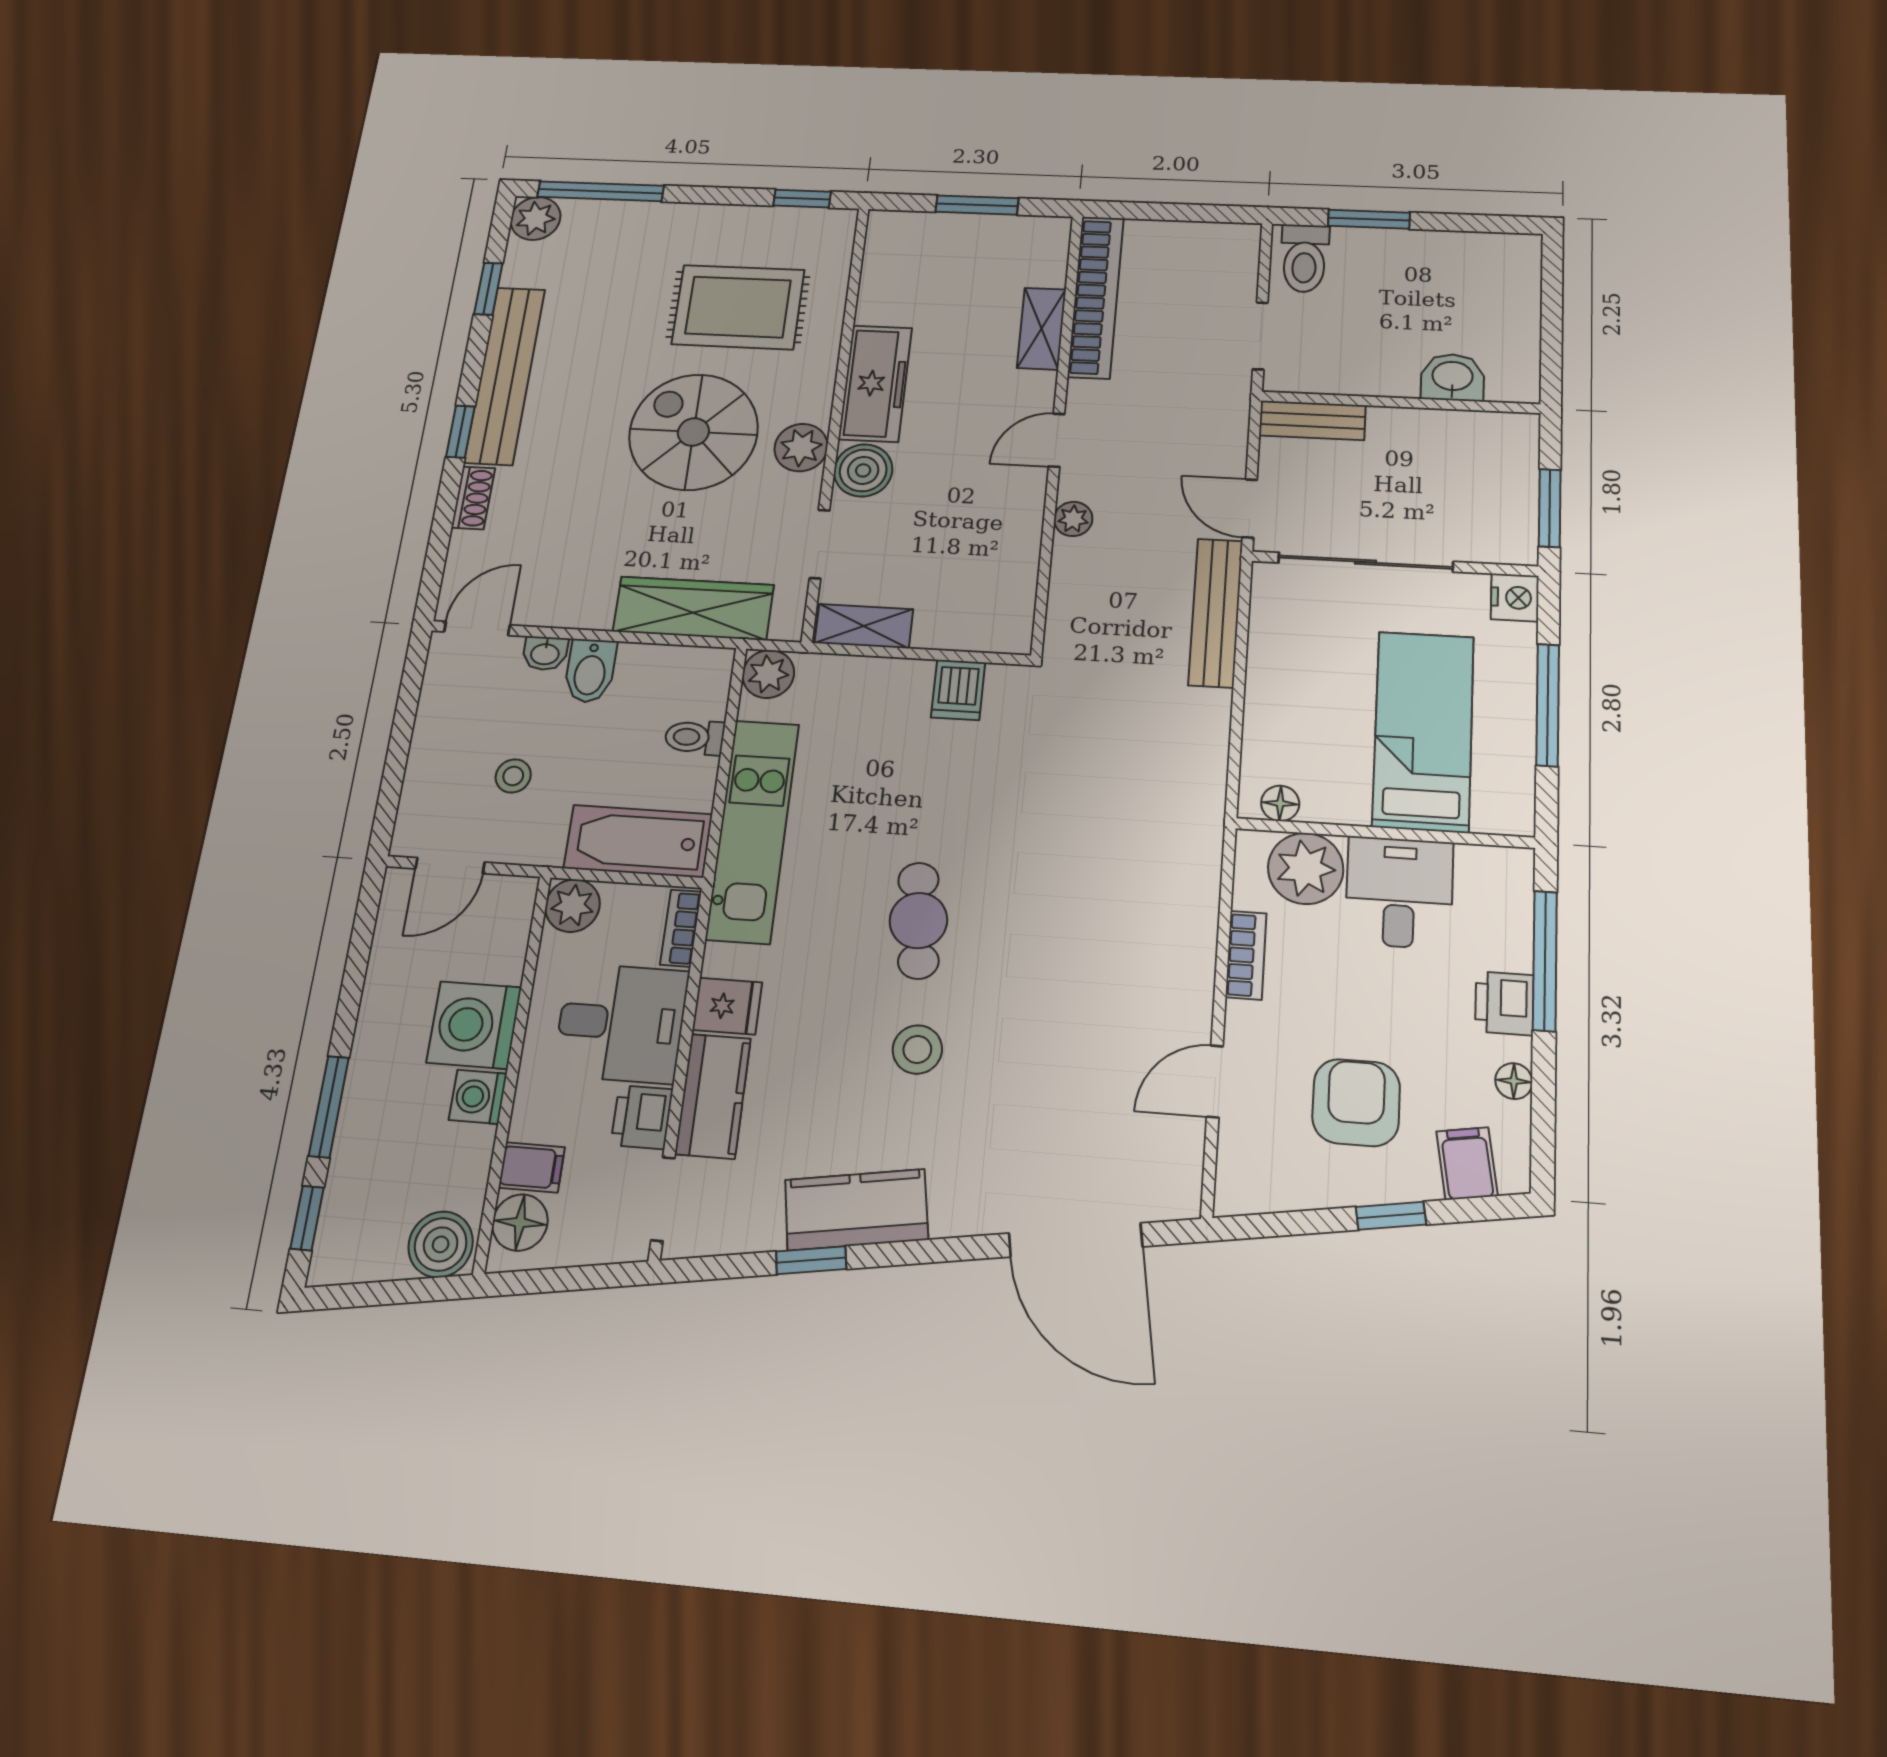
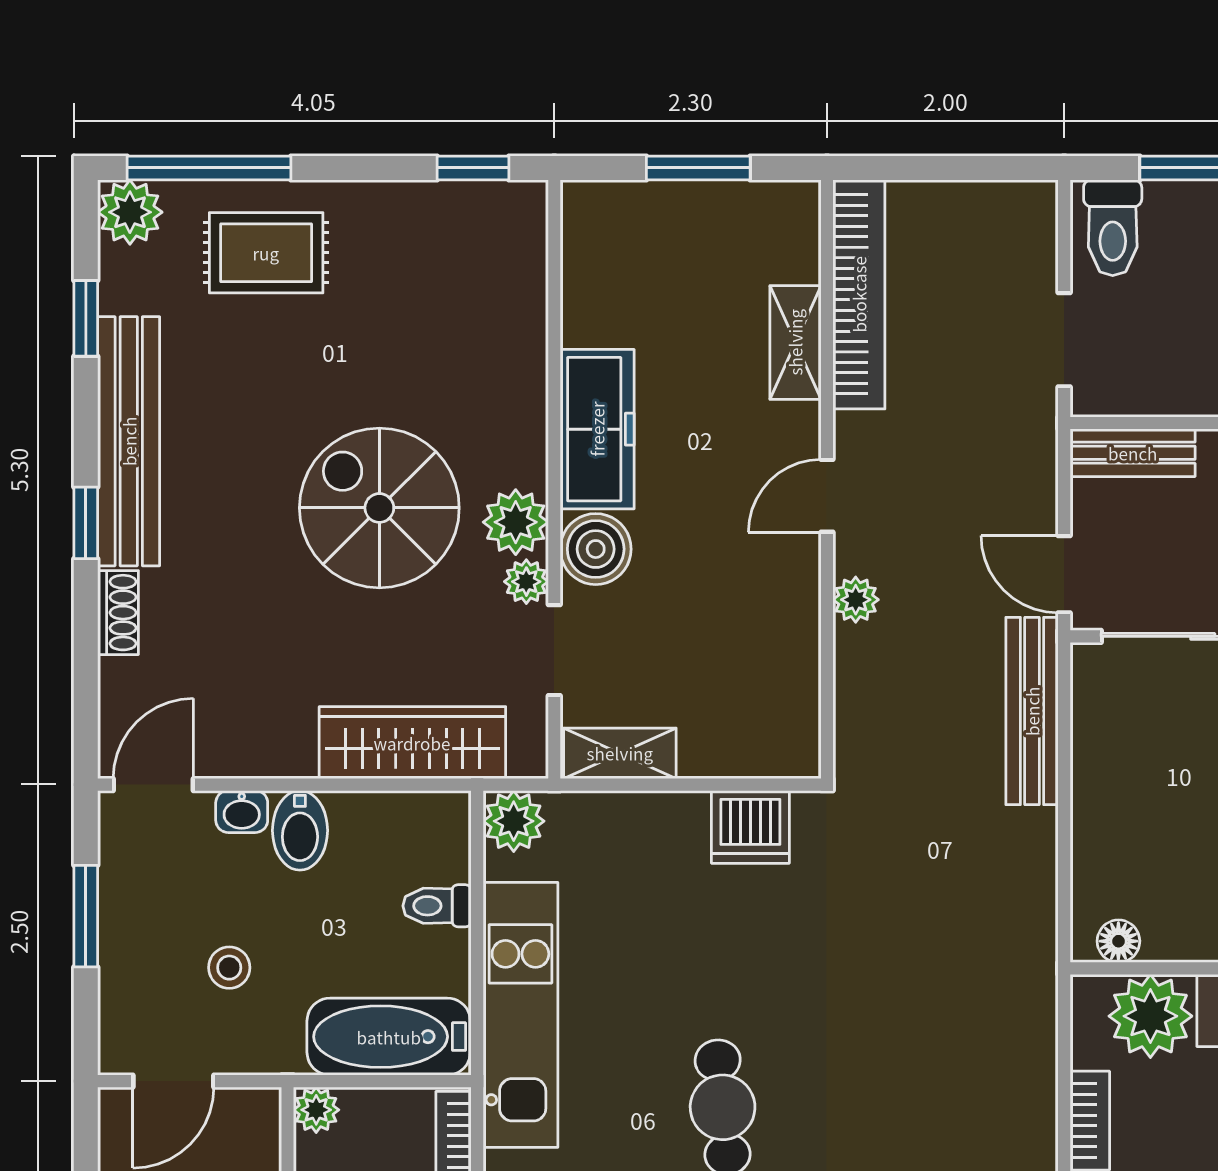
rug: (738, 307) -> (266, 253), moved, width x0.73, depth x0.70
plant: (804, 492) -> (526, 582), added
dishwasher: (958, 690) -> (750, 827), width x1.38
window: (403, 727) -> (86, 916), added
plant: (573, 906) -> (316, 1110), width x0.73, depth x0.73

